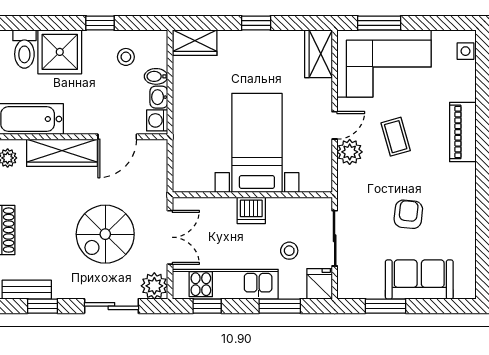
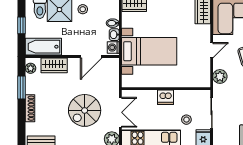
stool: (126, 57) -> (83, 9), moved
bed with nightstands: (257, 143) -> (149, 51), moved, turned 90
plant: (350, 152) -> (220, 76), moved
wardrobe: (62, 153) -> (54, 65), width x0.67

